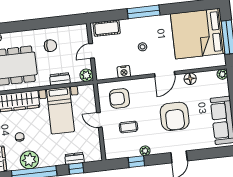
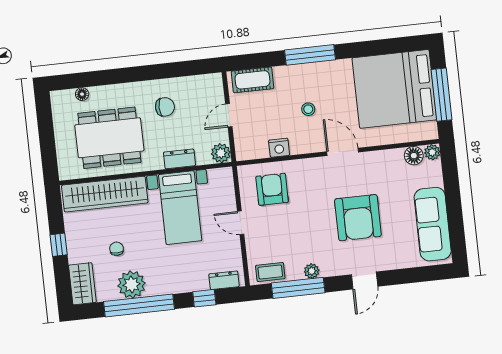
door: (165, 74) -> (343, 152), swing flipped
floor lamp: (190, 79) -> (414, 156), moved
armchair: (119, 98) -> (272, 189), turned 90
coffee table: (128, 127) -> (270, 272), moved
dresser: (75, 159) -> (224, 280), moved
window: (136, 162) -> (298, 288), width x2.17

